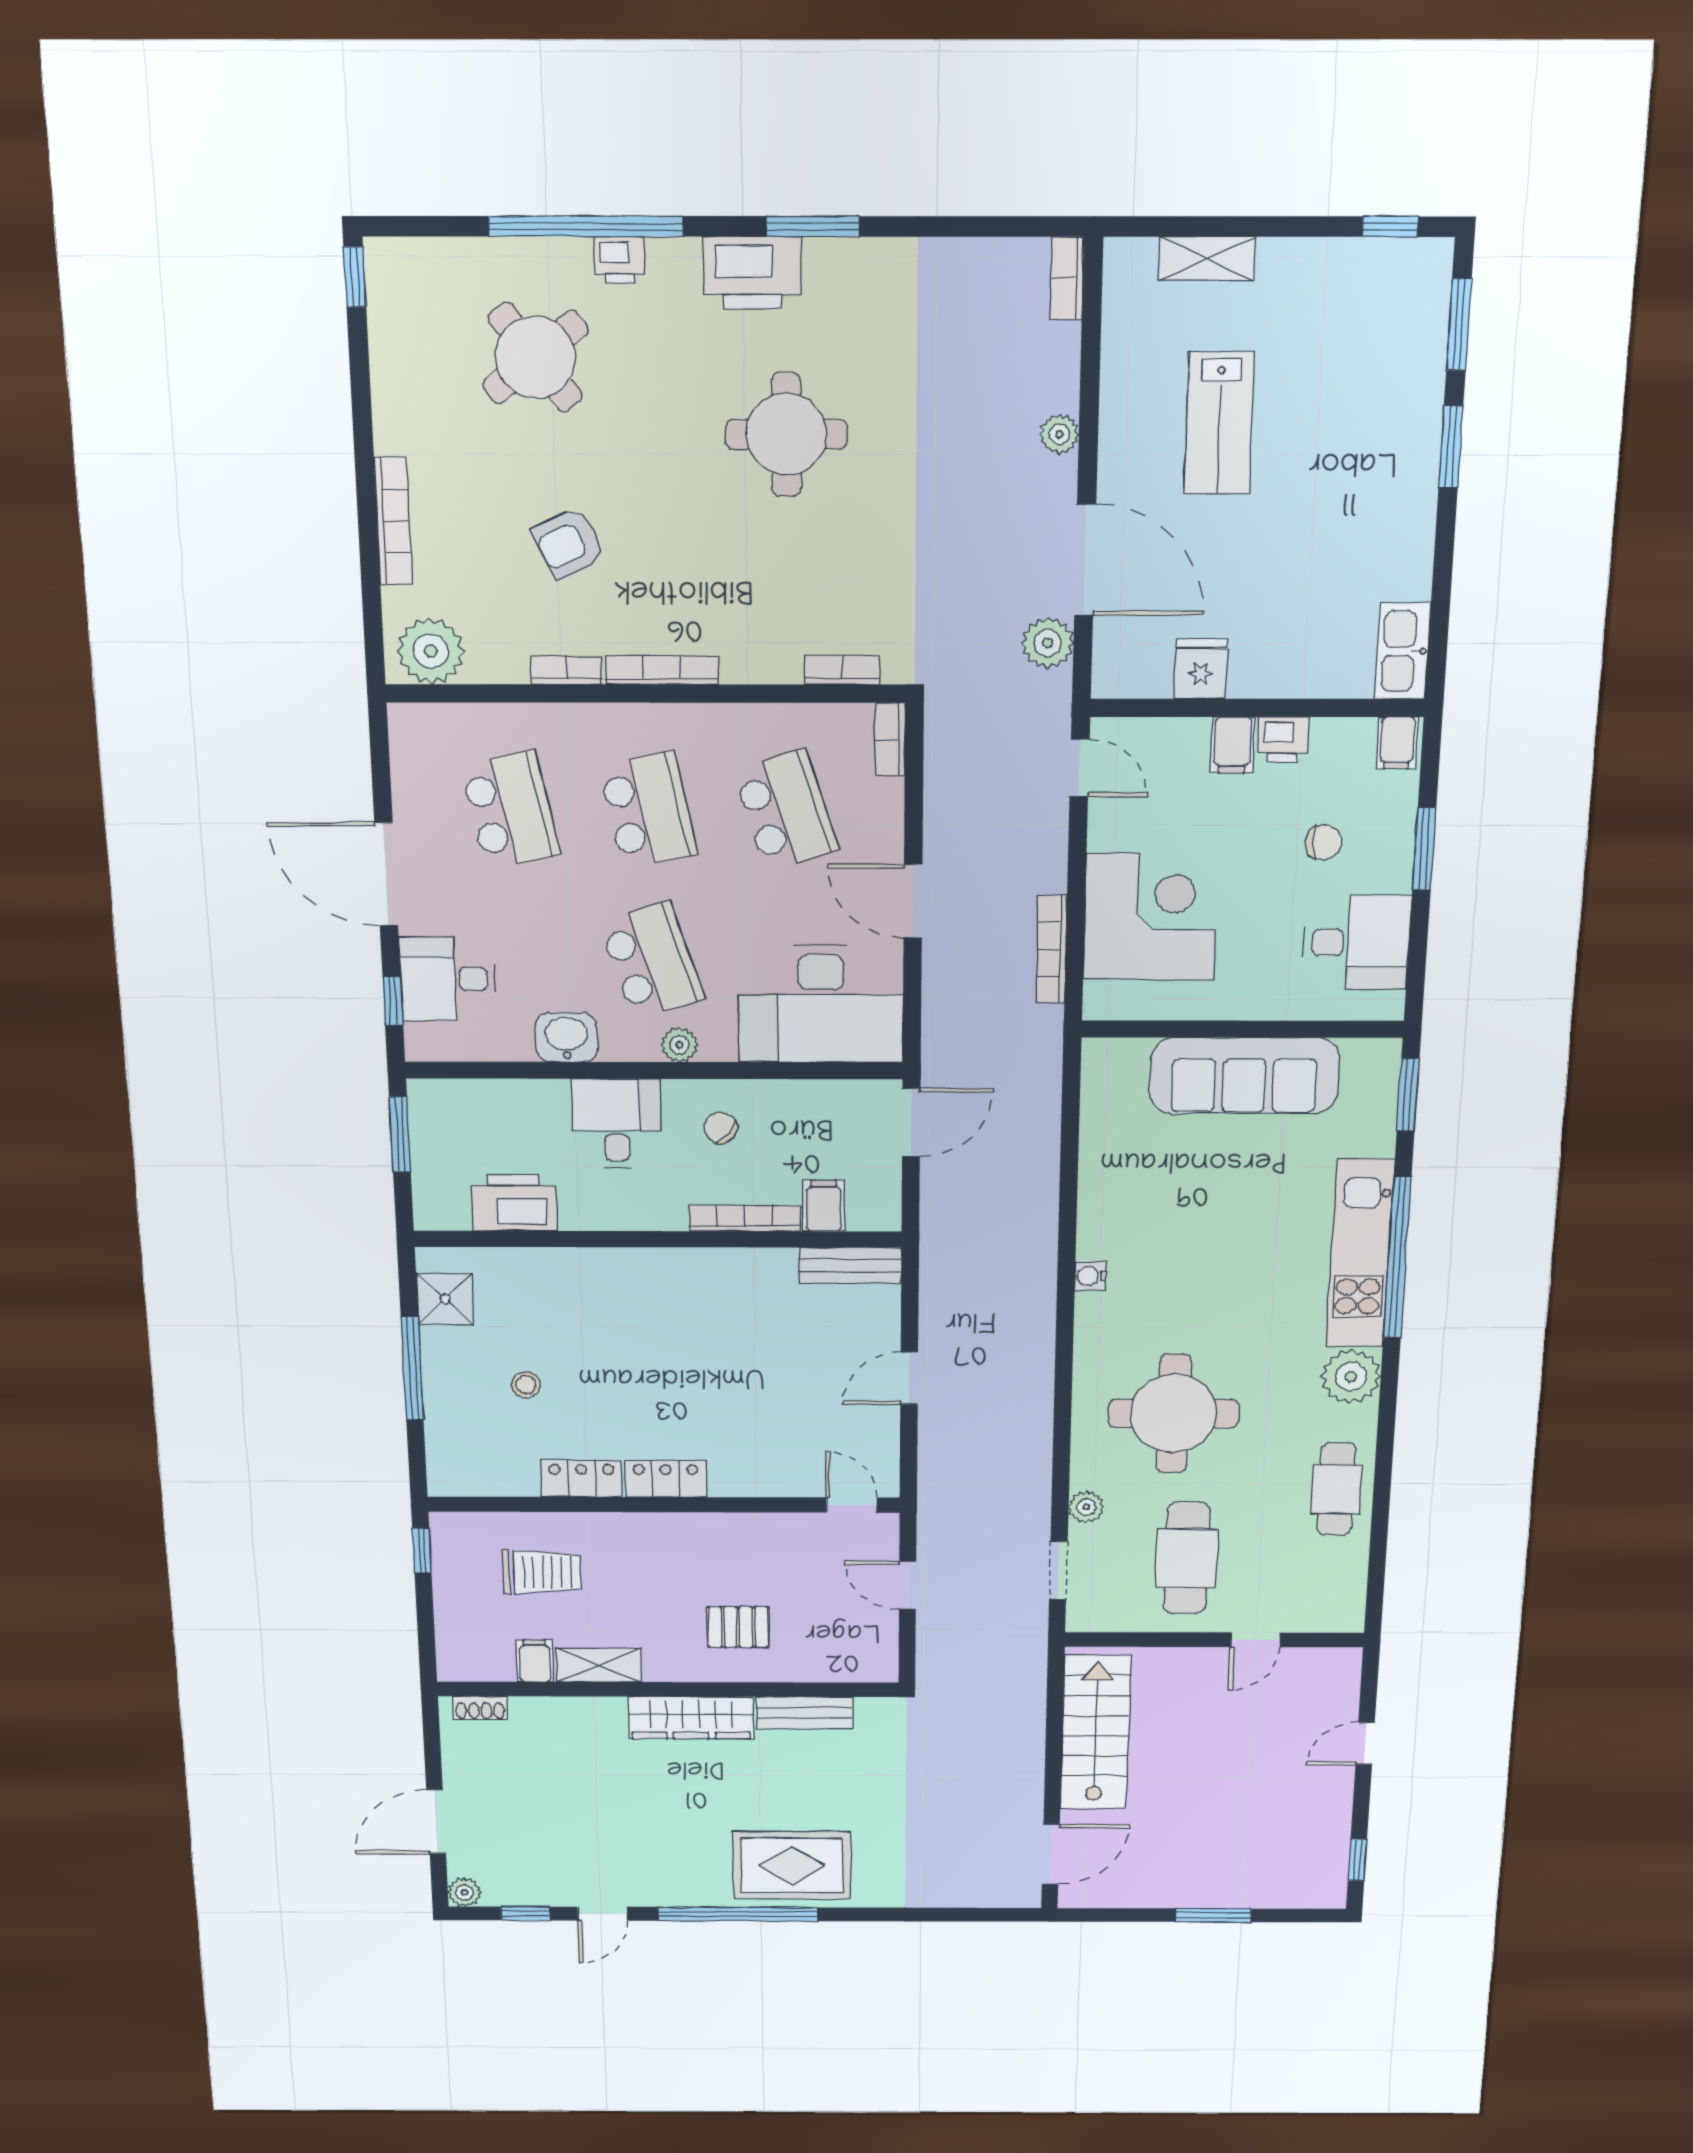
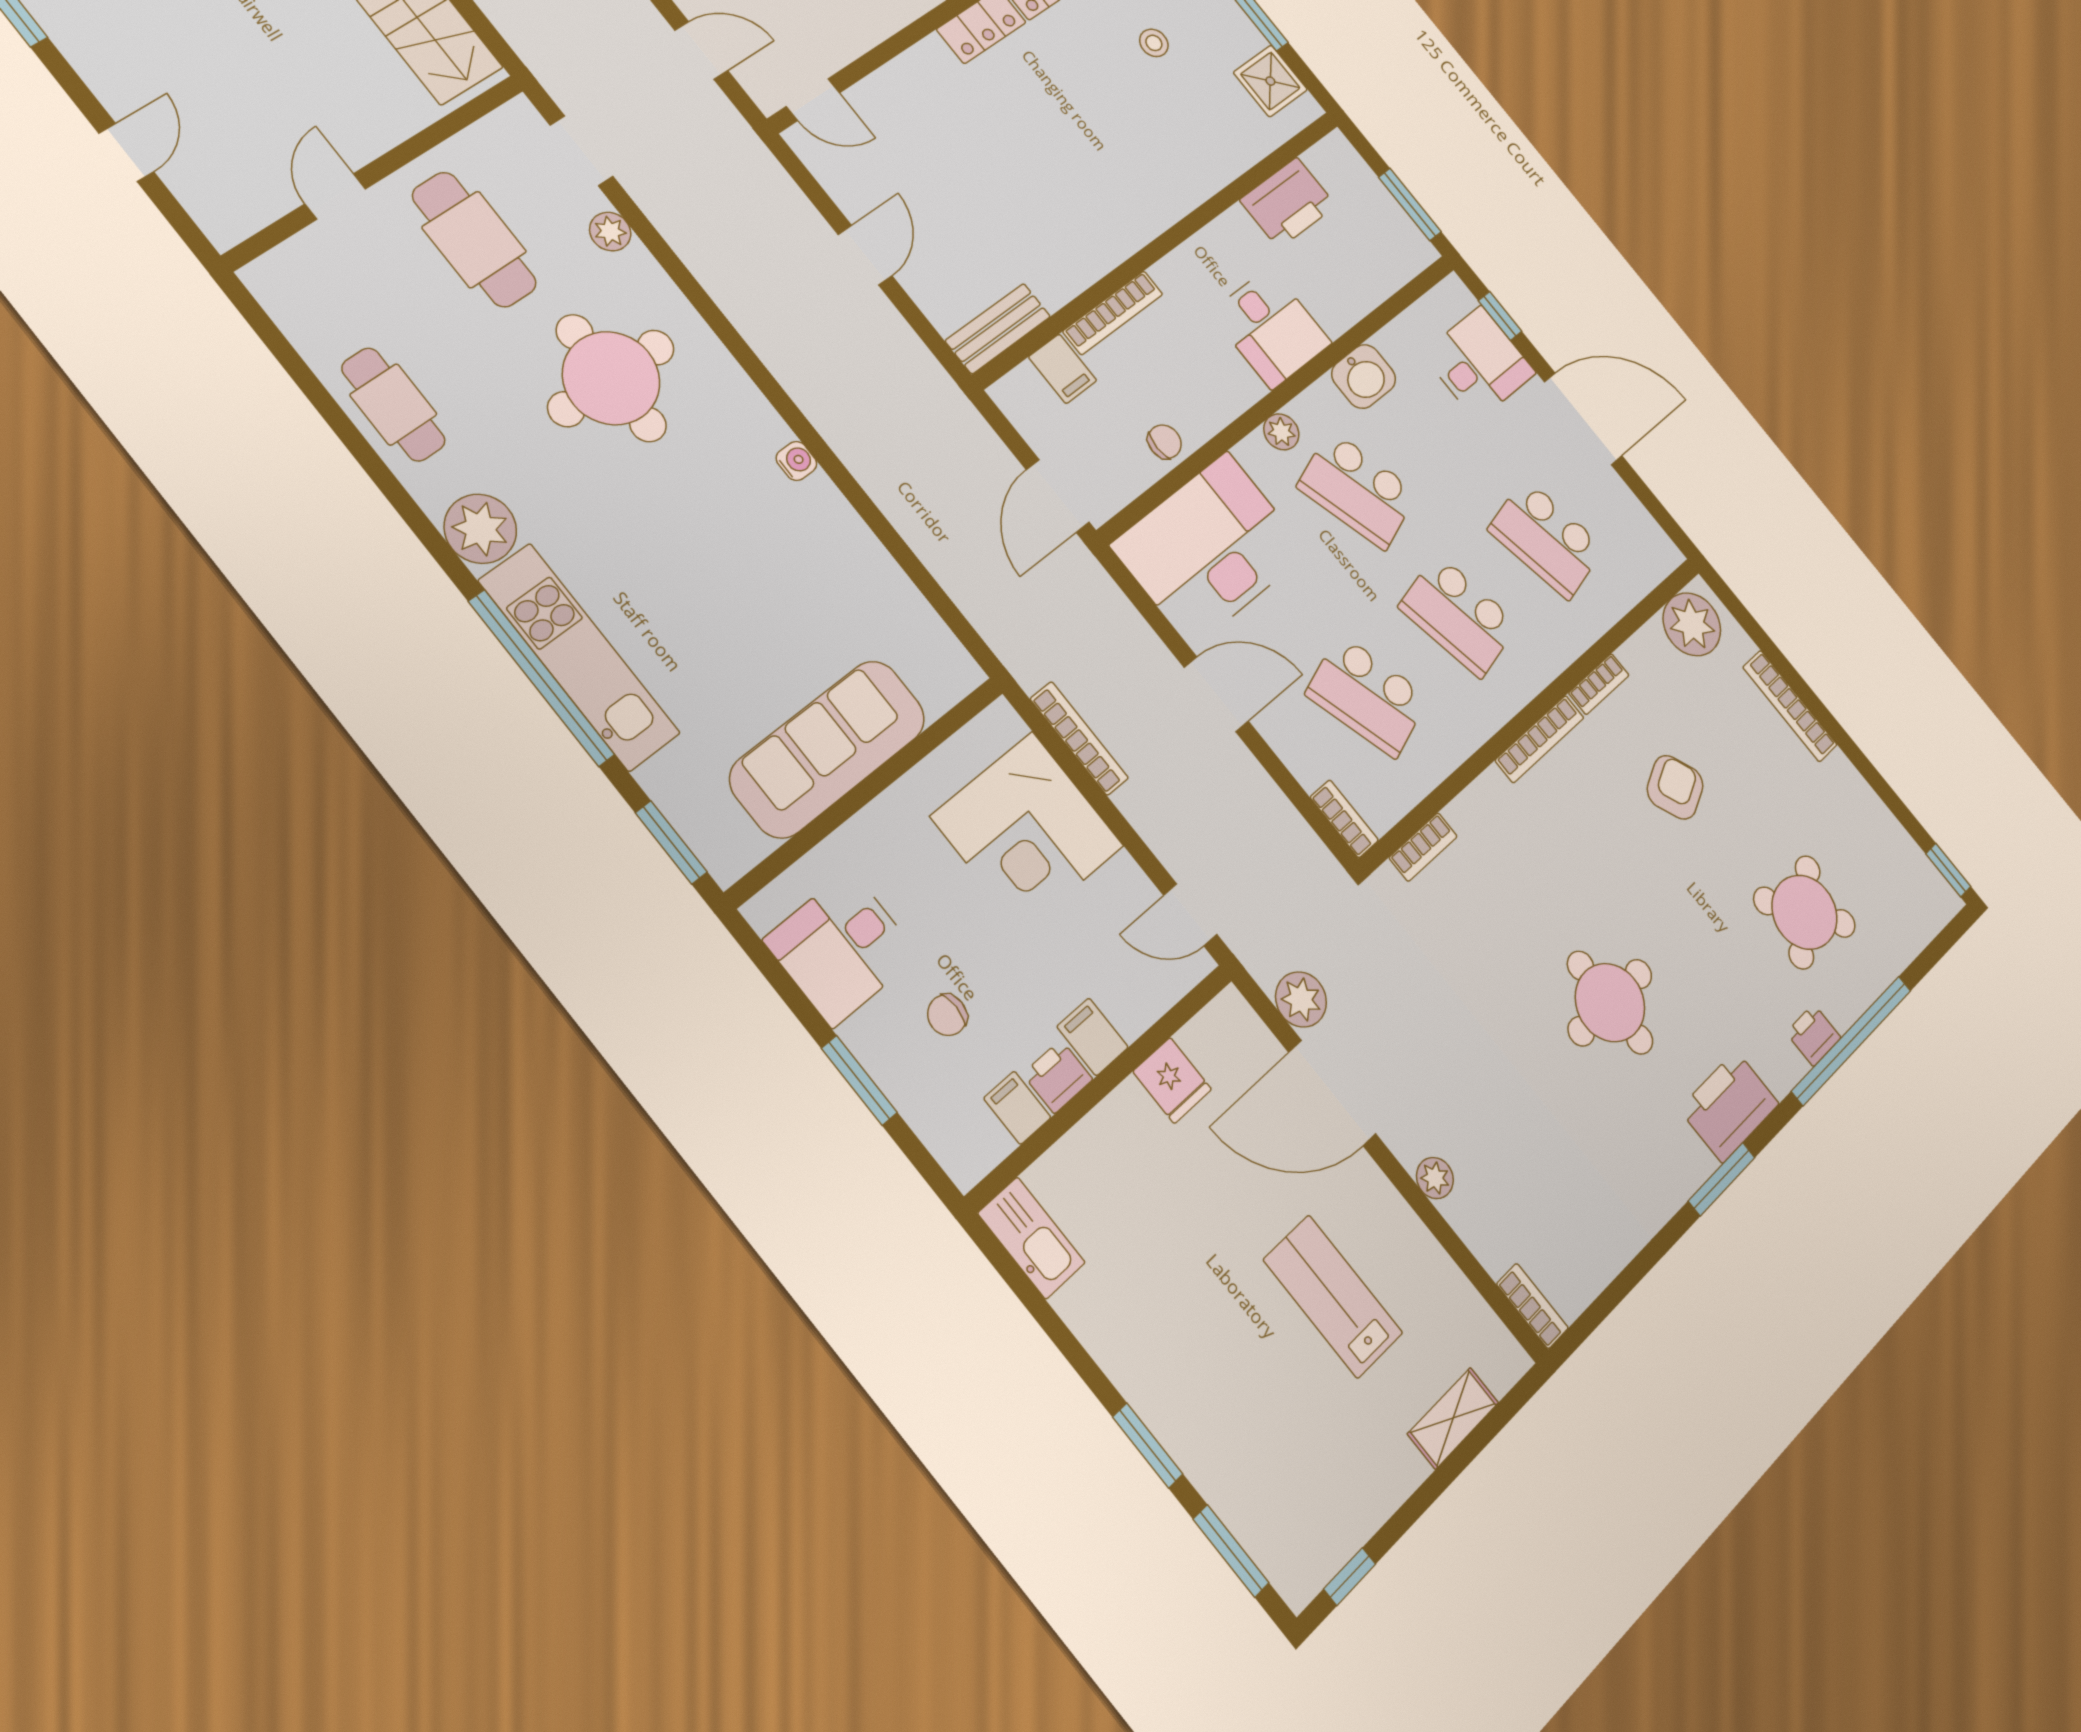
filing cabinet: (1397, 743) -> (1017, 1108), moved
chair: (720, 1128) -> (1165, 442), moved, turned -39

